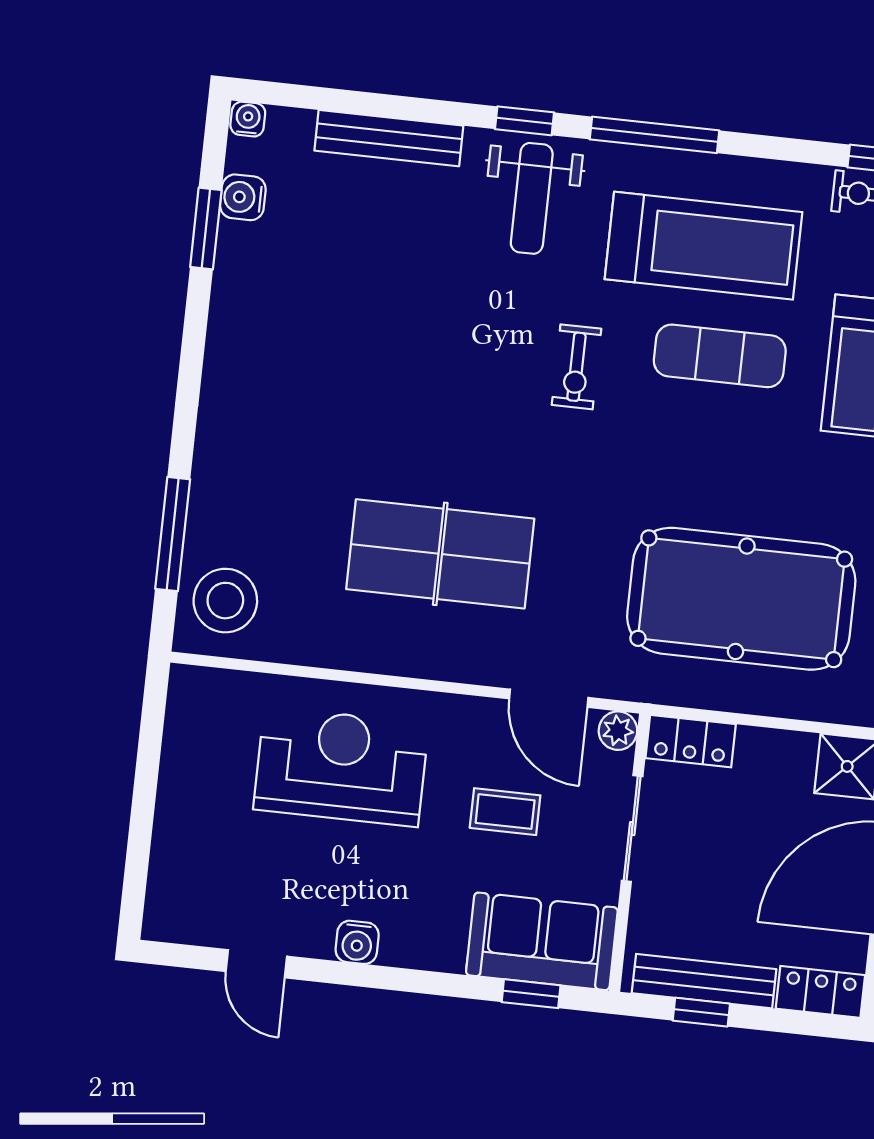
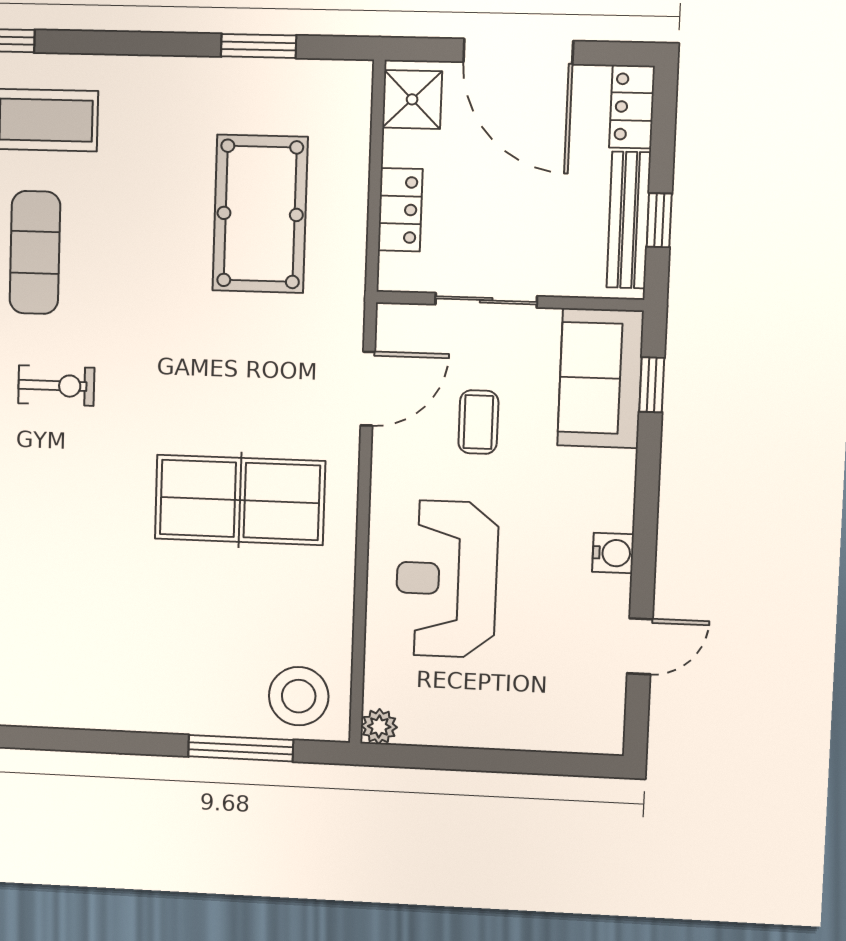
table tennis table: (440, 554) -> (240, 500), turned 90
pool table: (741, 599) -> (260, 214), width x0.73, depth x0.76
plant: (618, 731) -> (379, 727), moved
locker: (691, 741) -> (400, 210), moved

